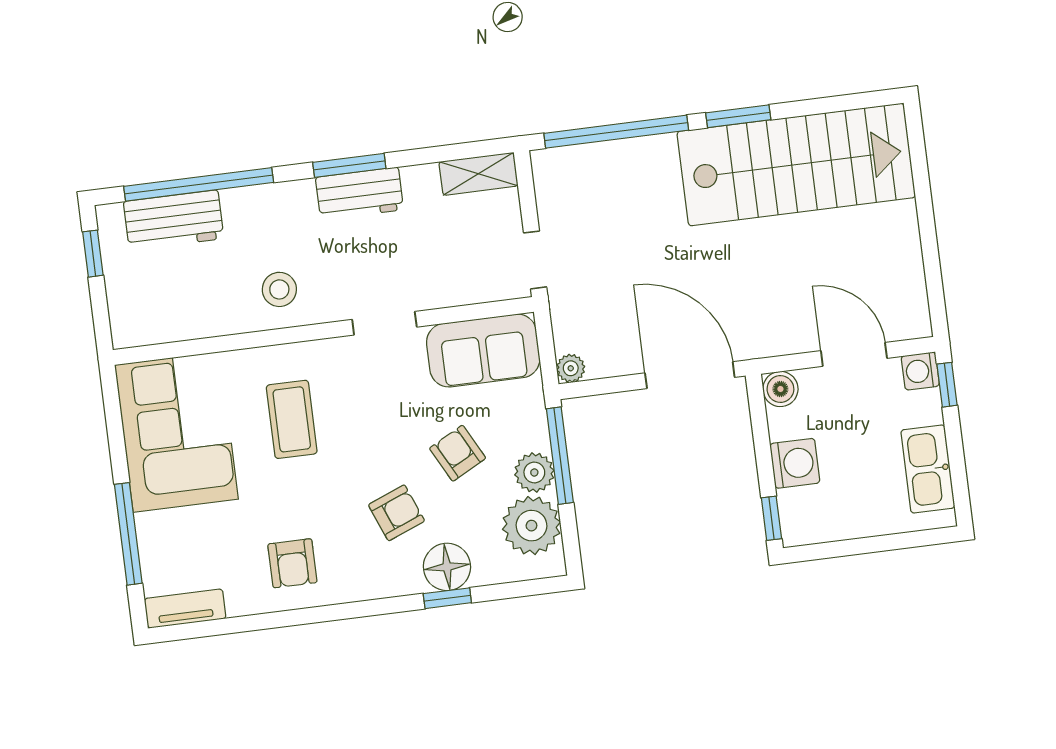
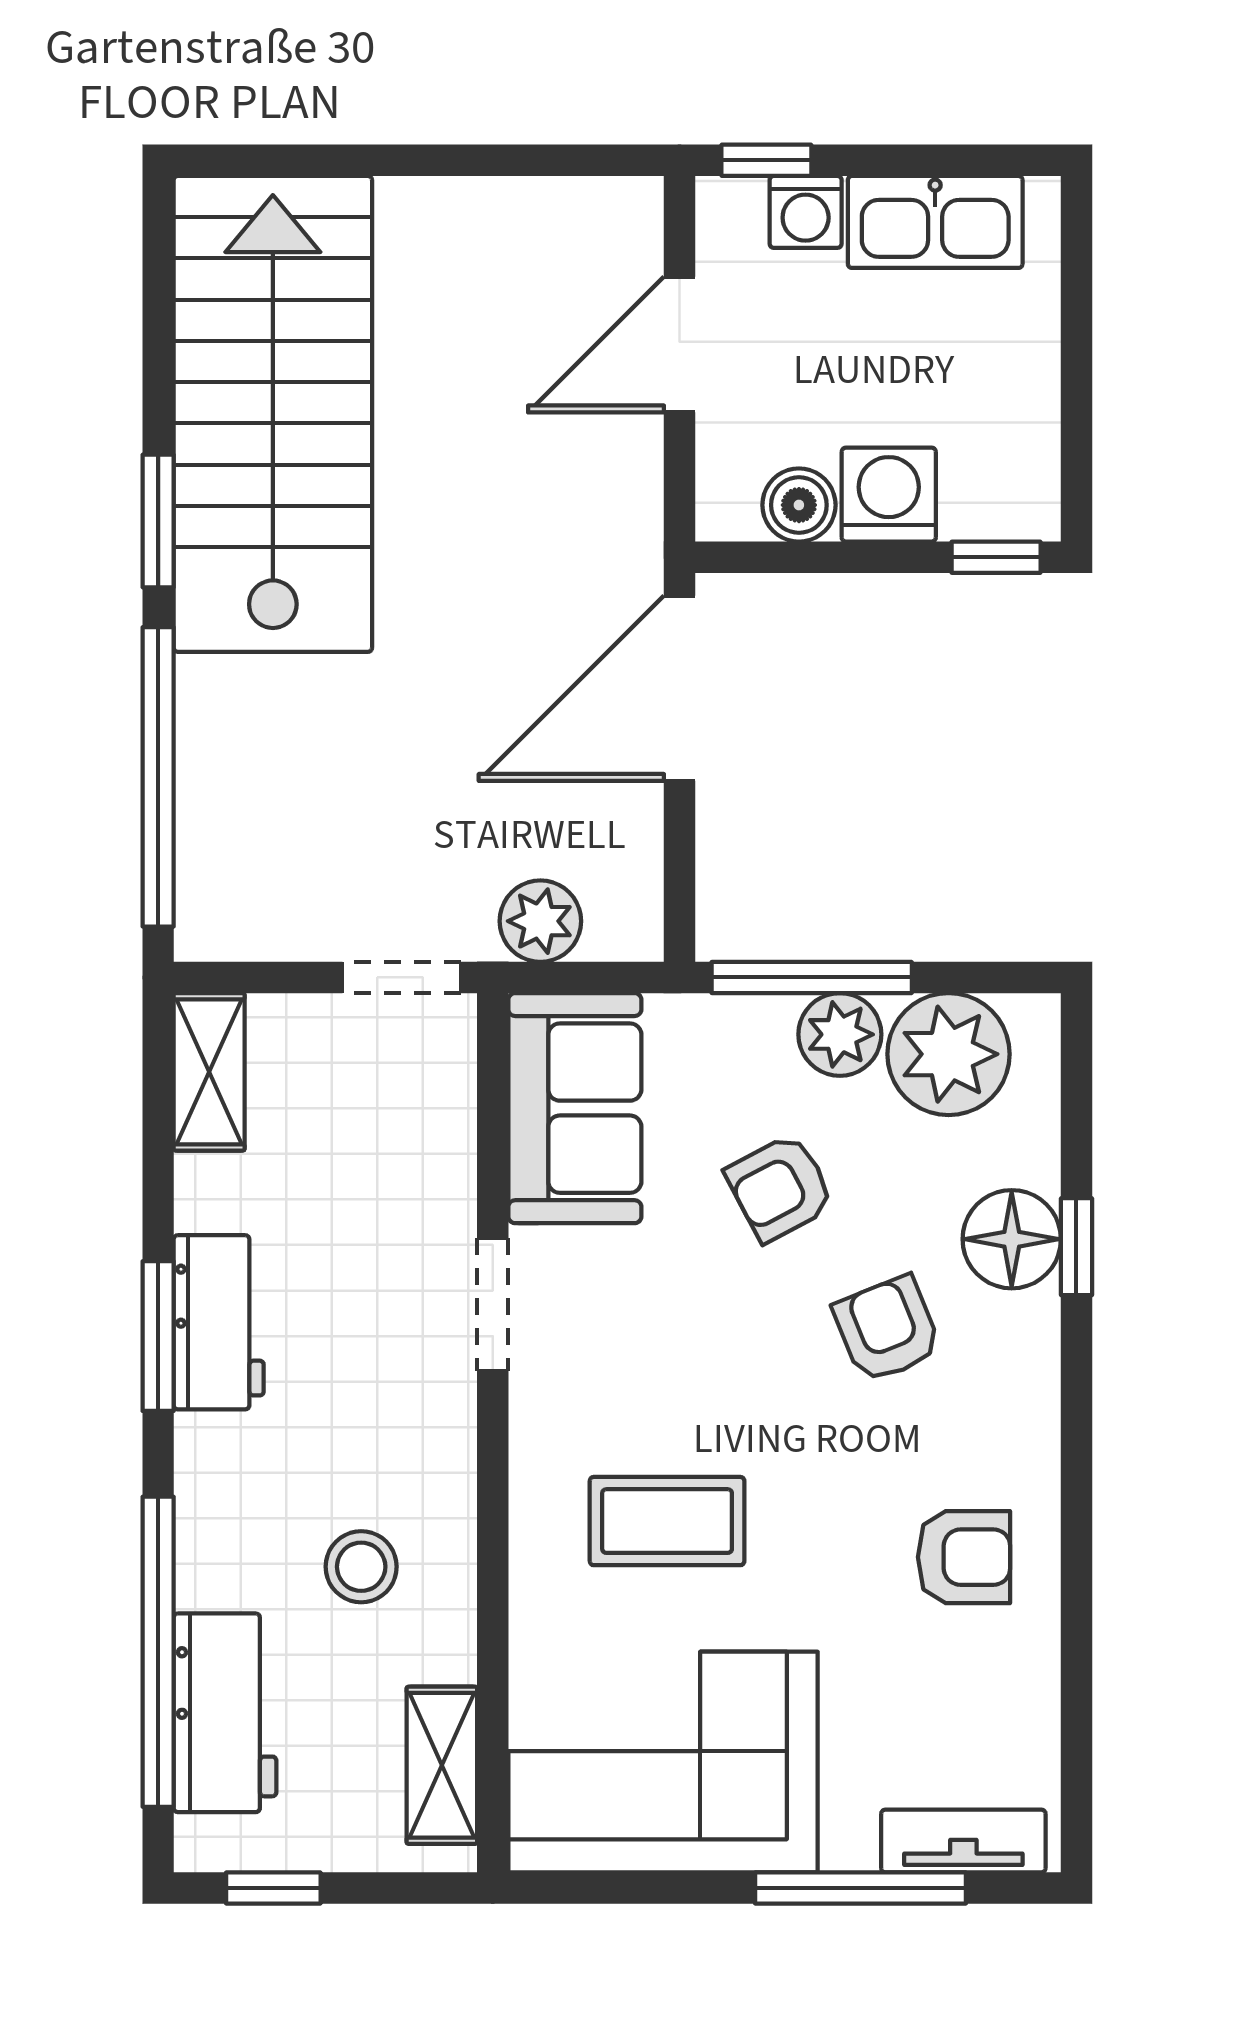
stool: (279, 289) -> (361, 1567), moved
shelving: (162, 327) -> (442, 1765), added
plant: (571, 368) -> (540, 921), moved, width x1.38, depth x1.38
washing machine: (920, 371) -> (806, 212), moved
boiler: (780, 389) -> (799, 505), moved
tv unit: (185, 609) -> (963, 1841), moved, turned 90

